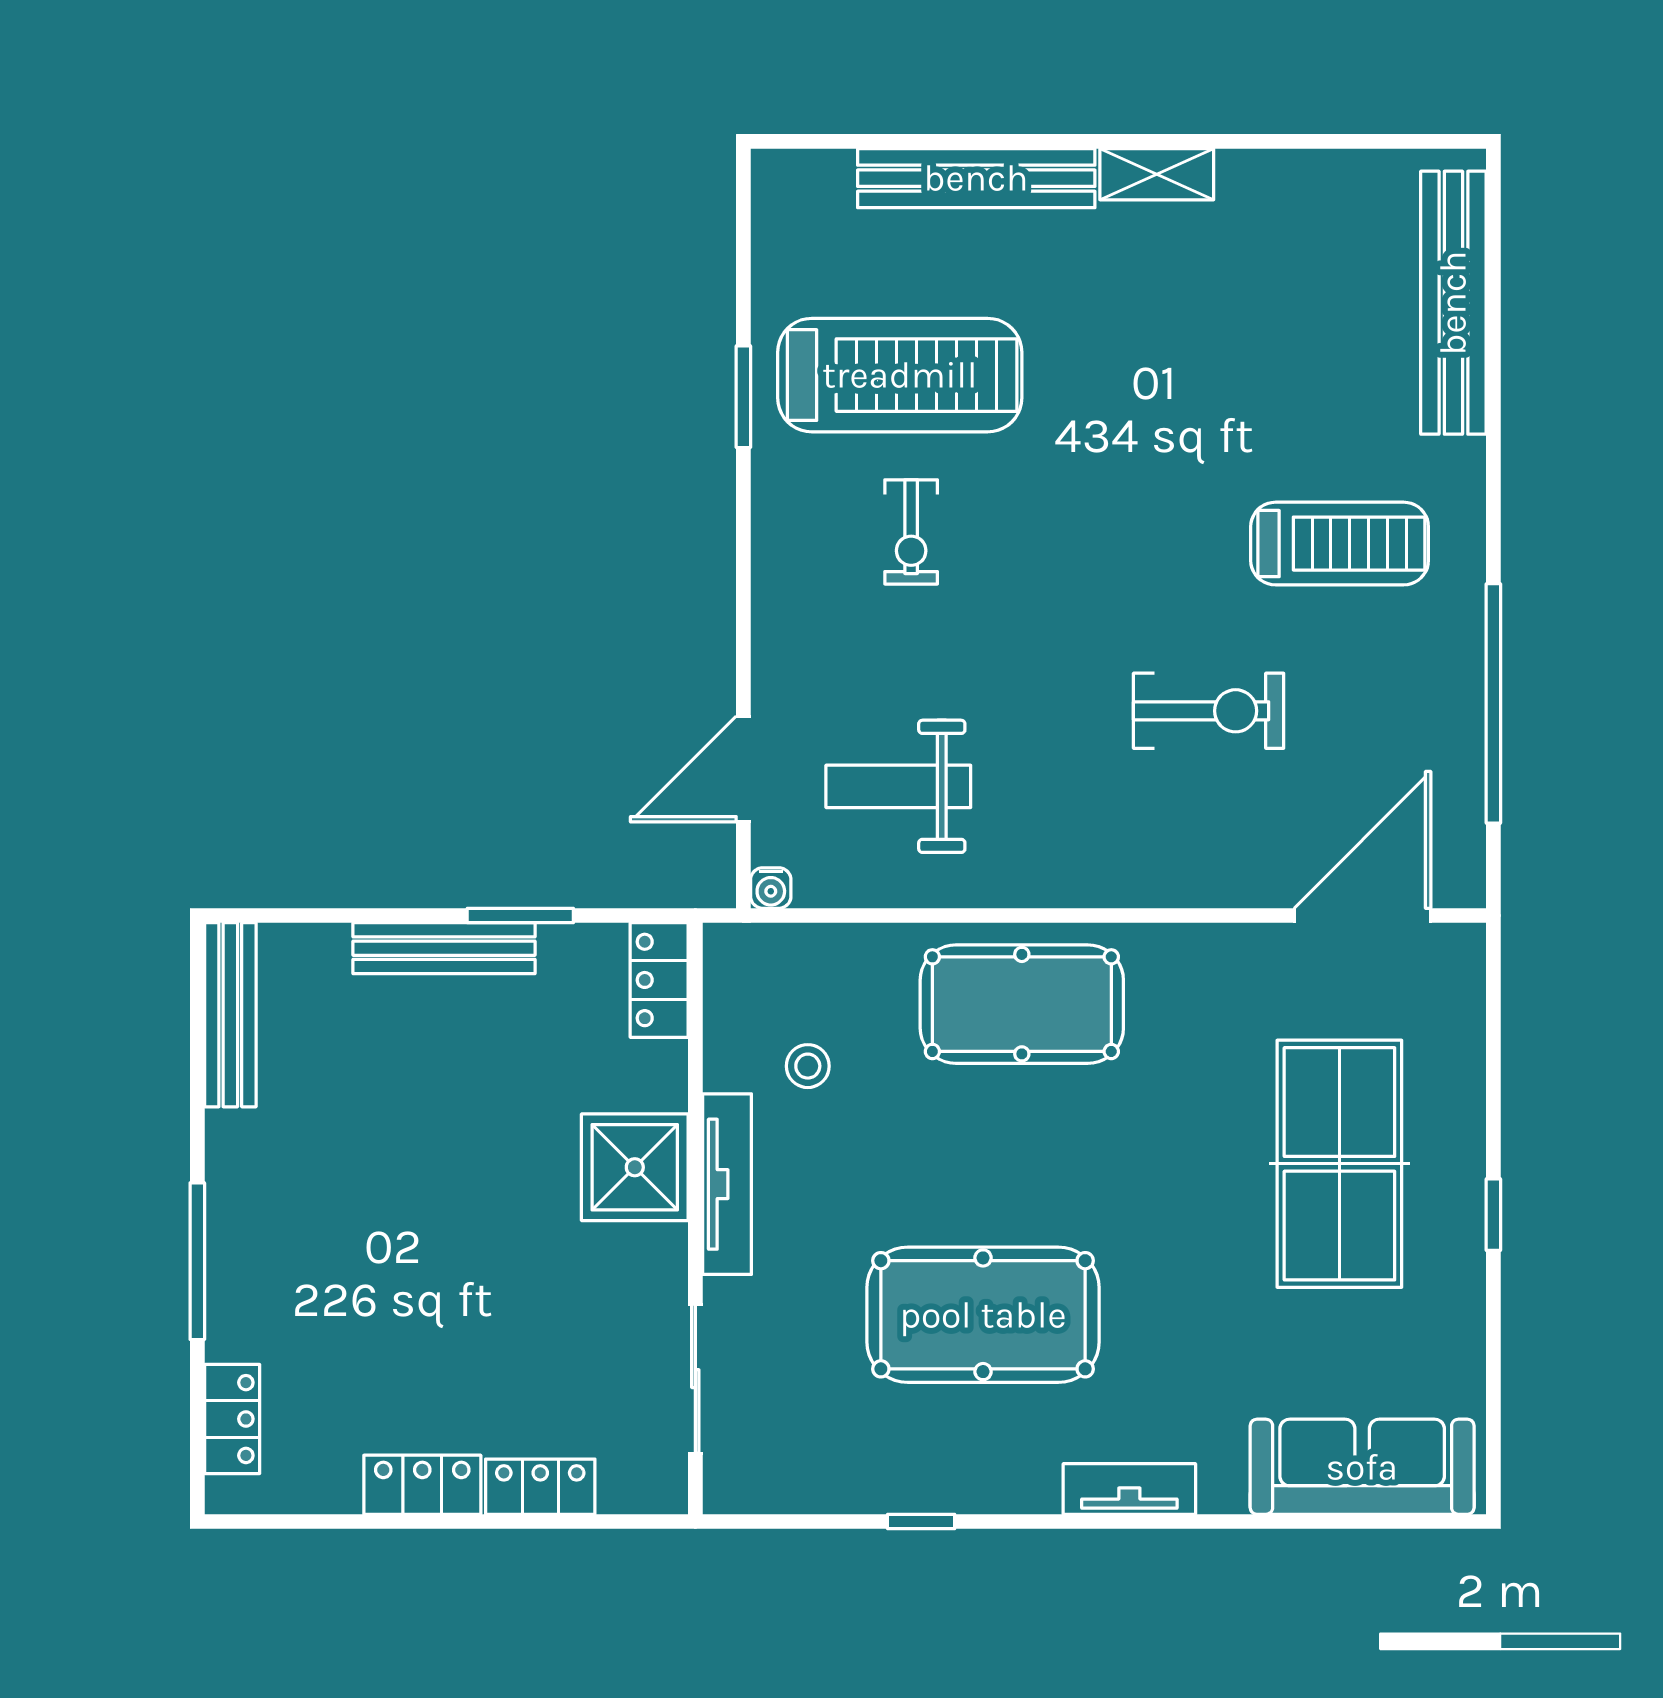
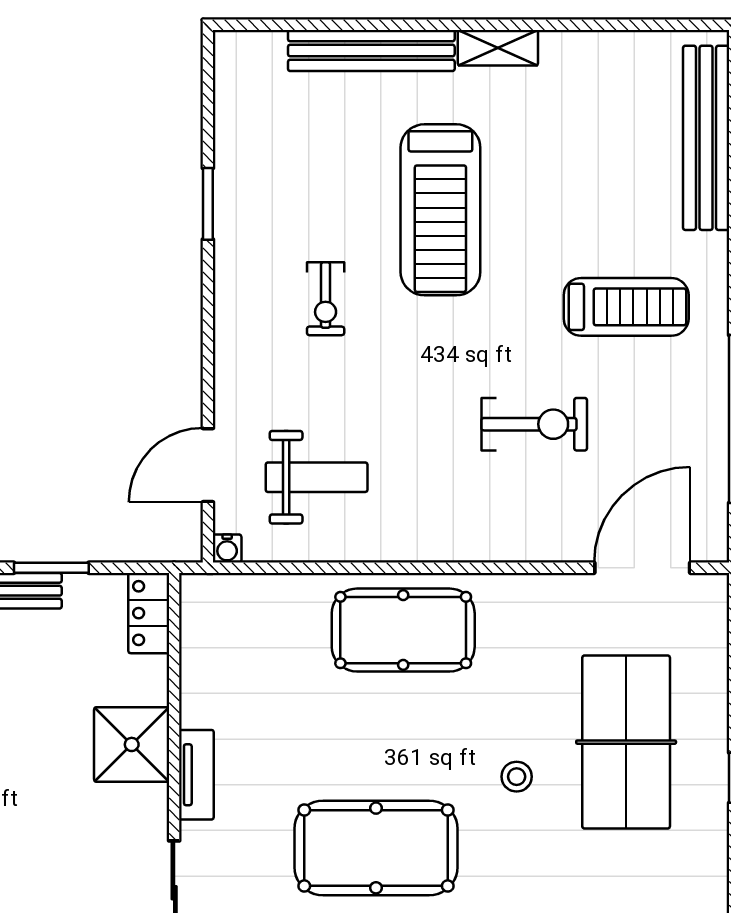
treadmill: (900, 375) -> (440, 210), moved, turned 90
weight bench: (898, 786) -> (317, 477), turned 180
stool: (808, 1066) -> (517, 777), moved
tv unit: (727, 1184) -> (196, 775), width x0.71

